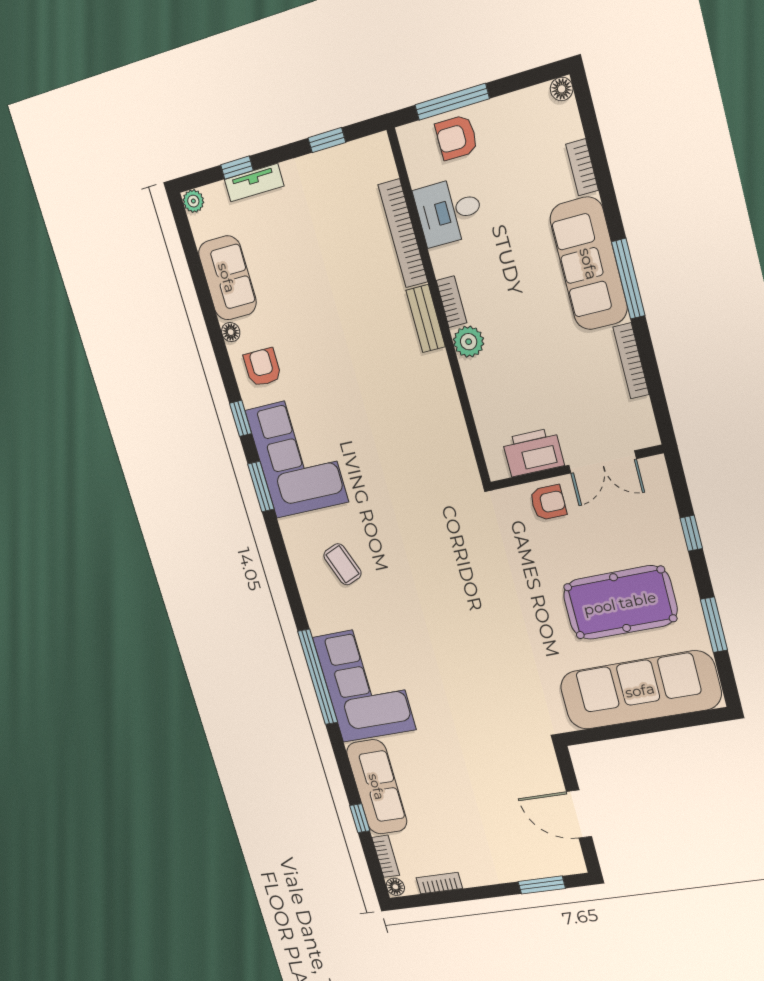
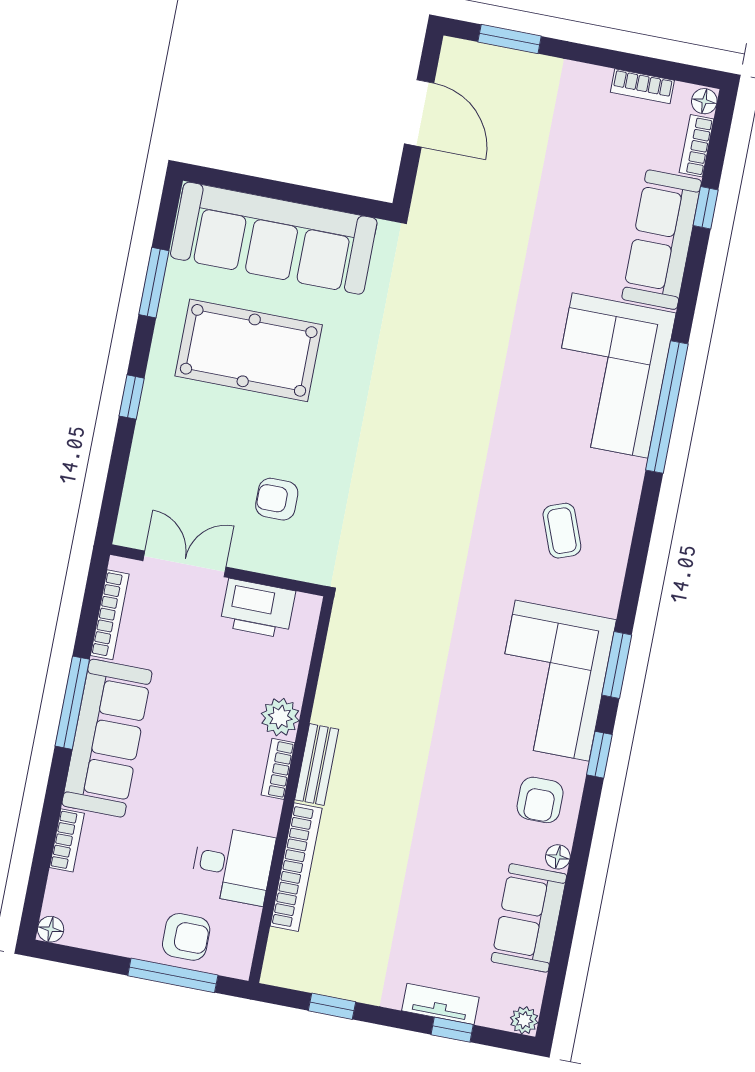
printer: (533, 452) -> (258, 609), moved
double door: (602, 462) -> (184, 564), moved
wall: (576, 468) -> (218, 570), moved

